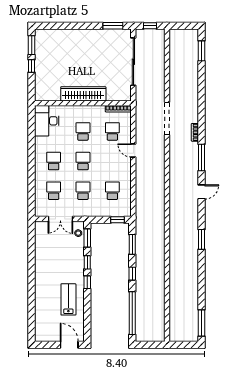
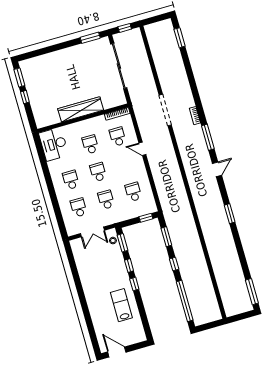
door: (69, 345) -> (117, 352), moved

